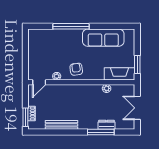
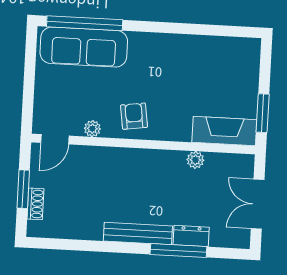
window: (71, 26) -> (85, 23), moved
sofa: (103, 38) -> (84, 47), moved
window: (25, 117) -> (23, 189), moved
bench: (61, 125) -> (138, 233), moved

